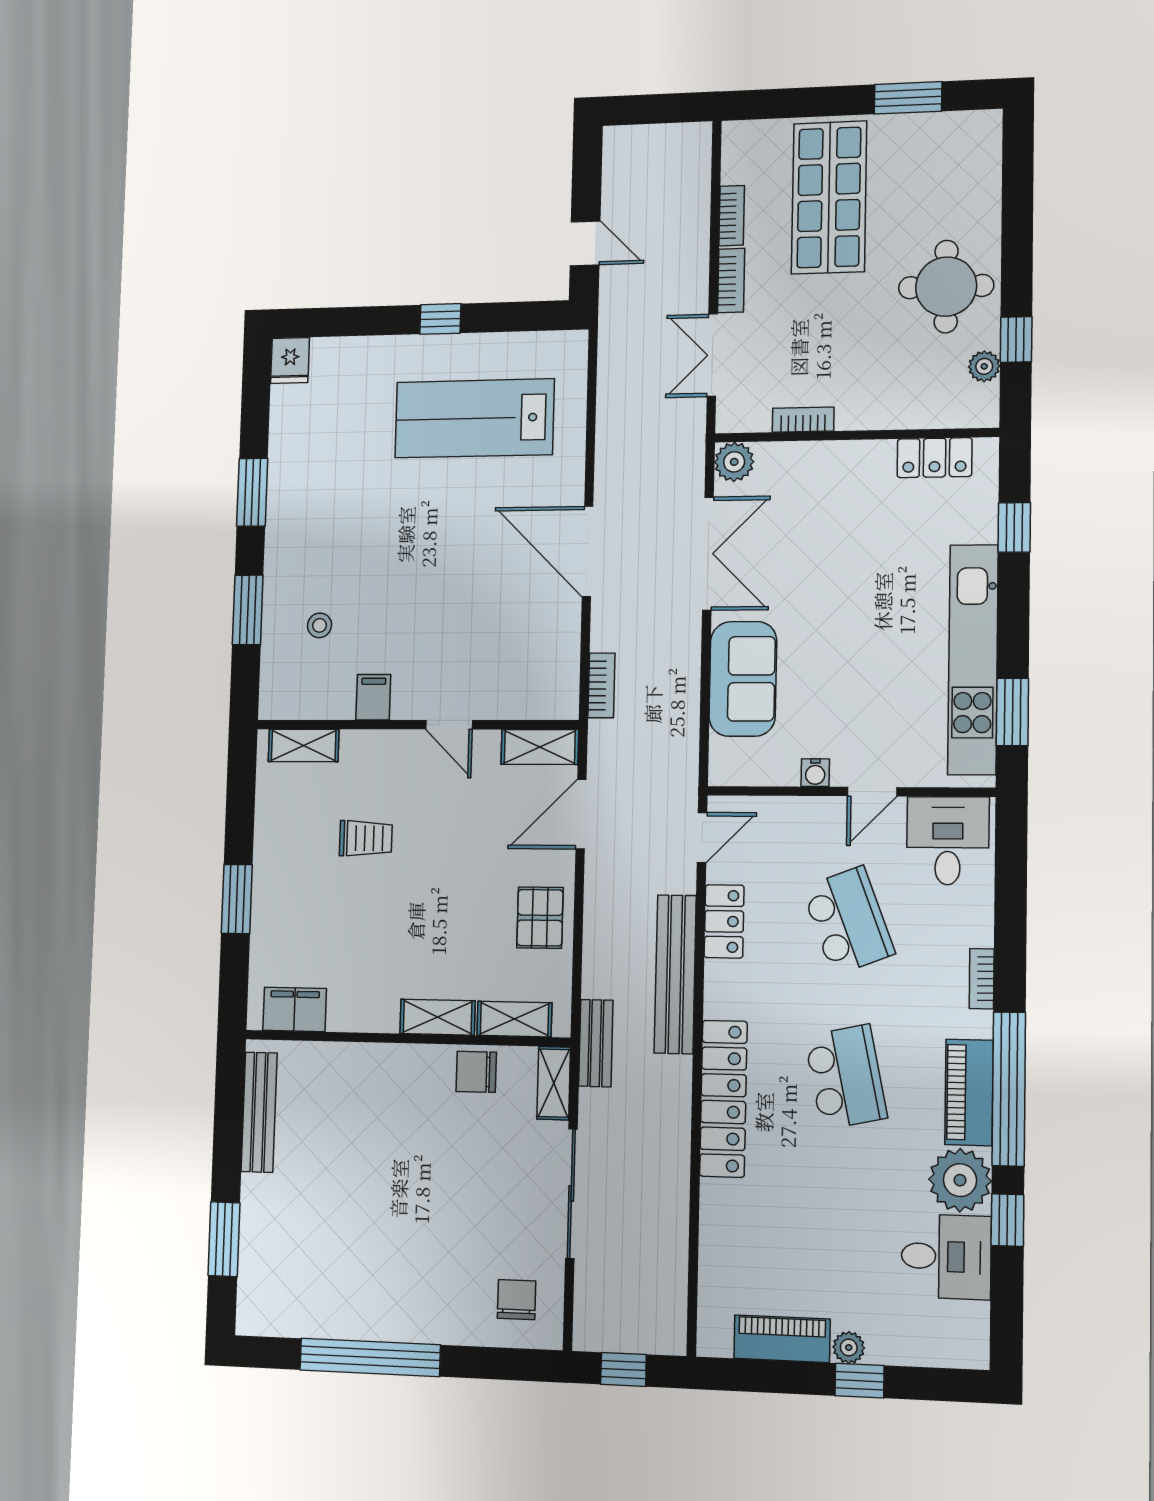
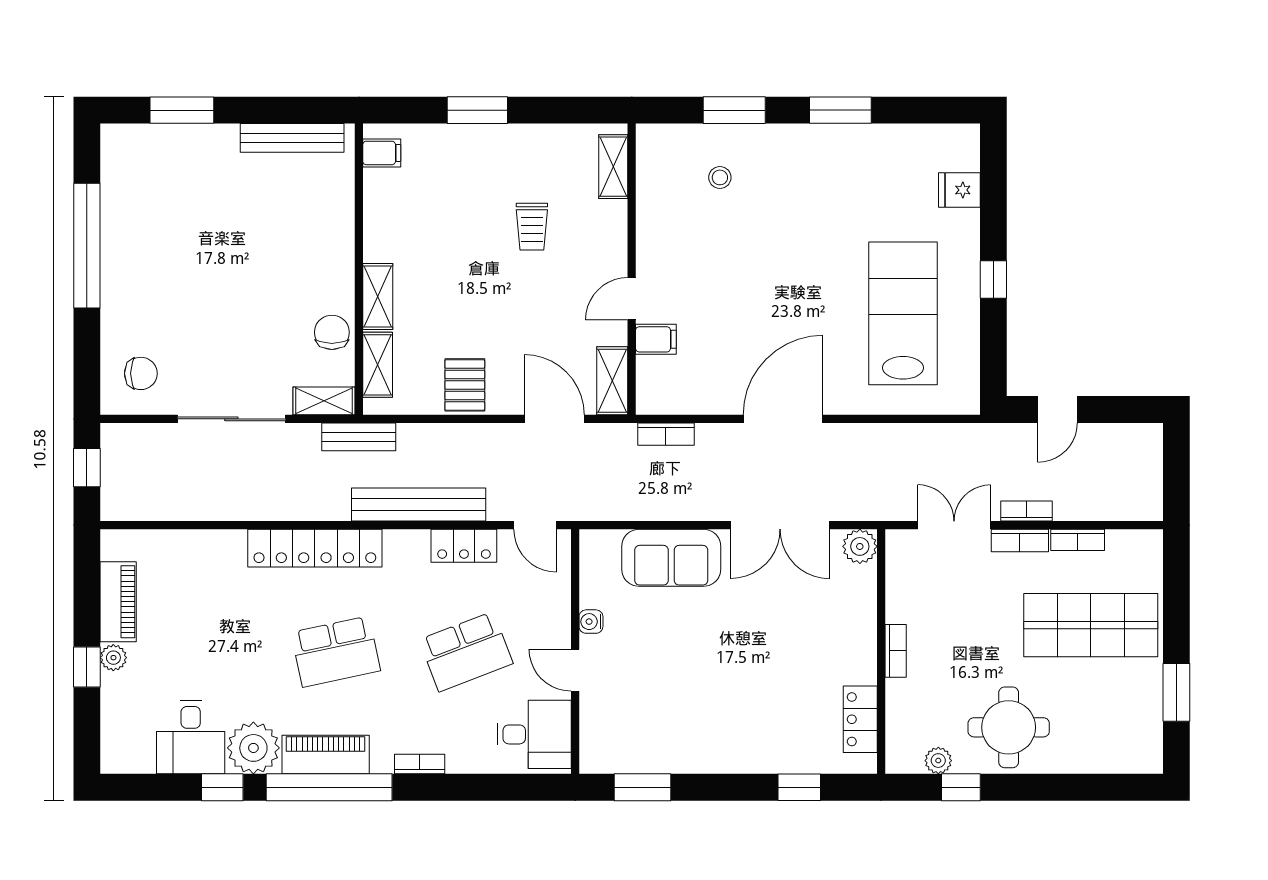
bookcase: (698, 274) -> (1026, 511), added
fridge: (290, 360) -> (959, 190), moved
bookcase: (803, 420) -> (896, 651), moved
kitchen unit: (973, 660) -> (687, 754), removed
filing cabinet: (373, 697) -> (656, 339), moved
pallet: (540, 918) -> (465, 385), turned 90
filing cabinet: (295, 1009) -> (382, 153), width x0.50

